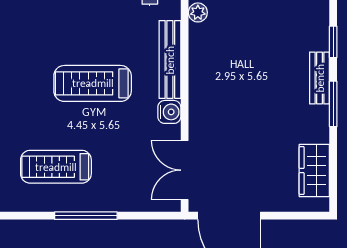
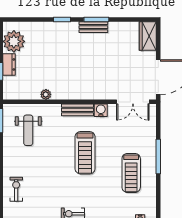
bench: (170, 60) -> (78, 110), width x0.73
bench: (320, 78) -> (93, 27), moved
wardrobe: (314, 171) -> (148, 36), moved, turned 90

